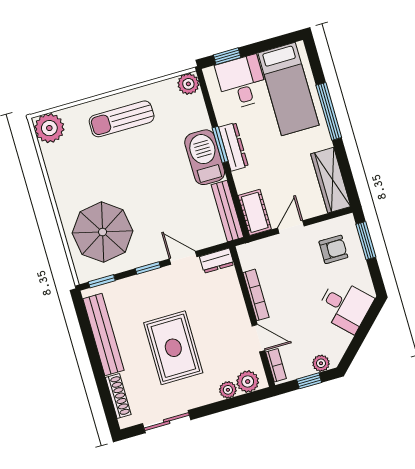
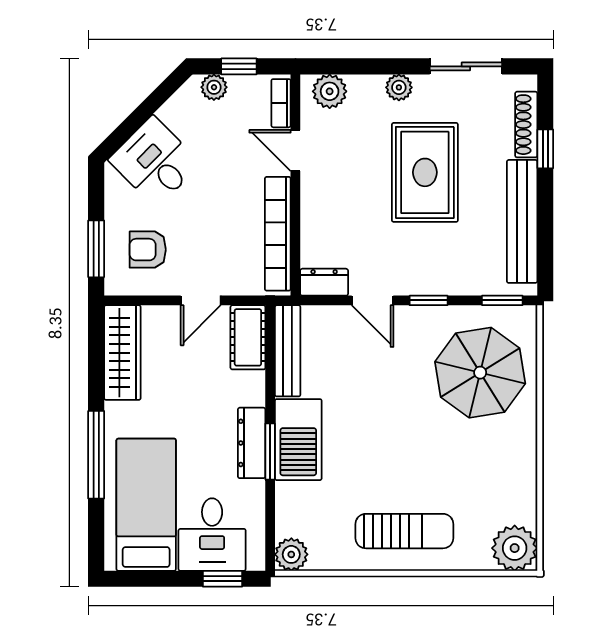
bookcase: (256, 295) -> (278, 234), width x1.48, depth x1.31
window: (102, 384) -> (545, 149), added
plant: (228, 390) -> (399, 87), moved

